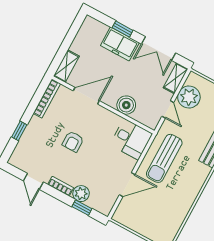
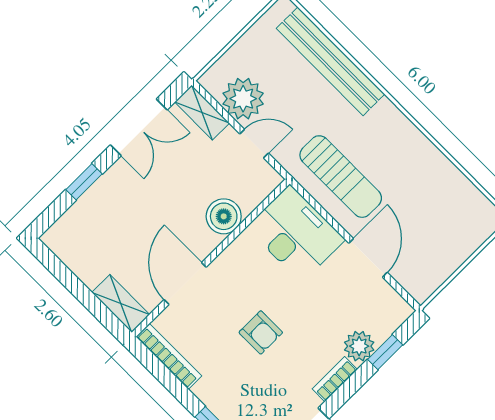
freezer: (120, 44) -> (110, 195), removed
desk: (131, 139) -> (296, 233), width x1.37

